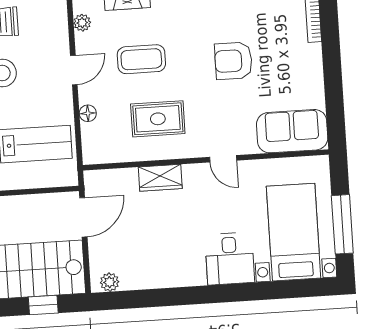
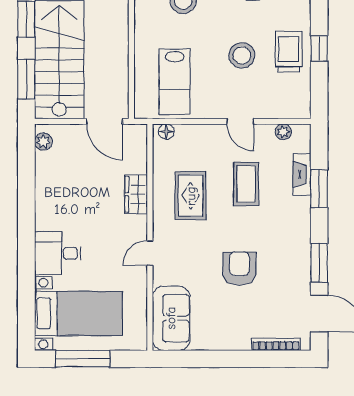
floor lamp: (88, 113) -> (166, 132), moved
window: (43, 305) -> (26, 79), width x1.50

